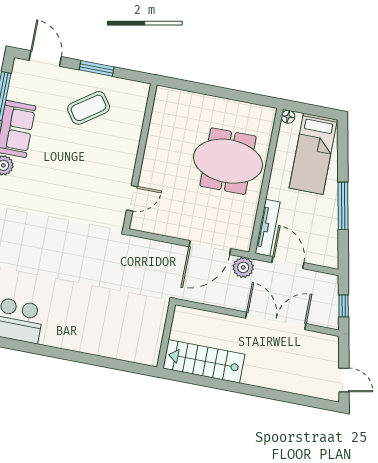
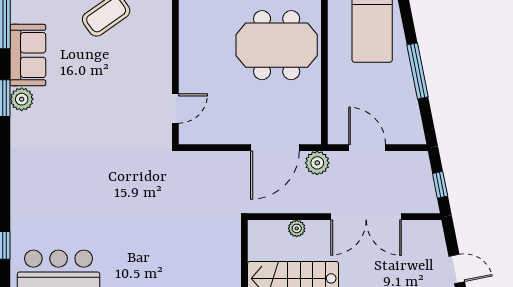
tv unit: (268, 228) -> (336, 112), removed
plant: (215, 320) -> (297, 228), added
double door: (276, 321) -> (366, 217), swing flipped

